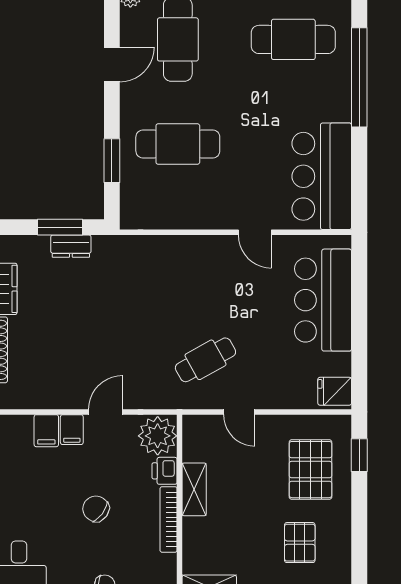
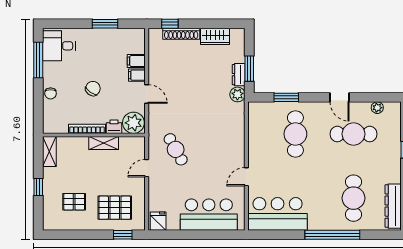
plant: (107, 248) -> (237, 94), added

